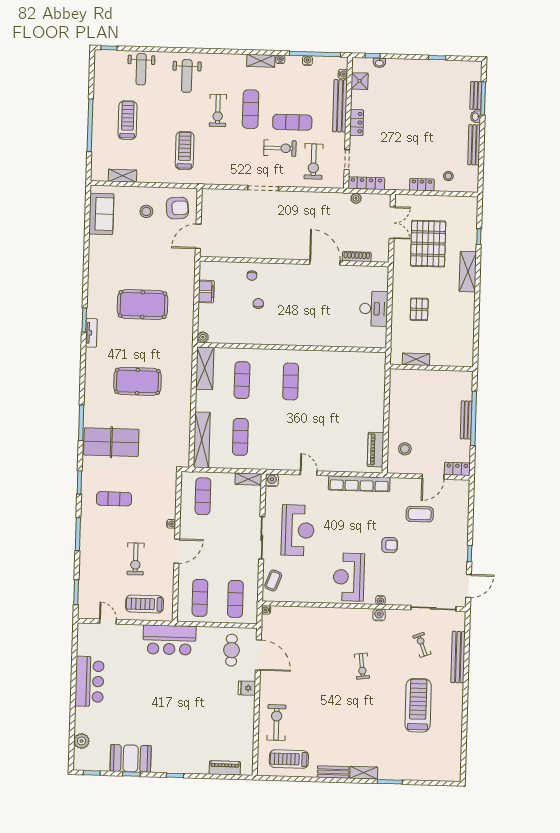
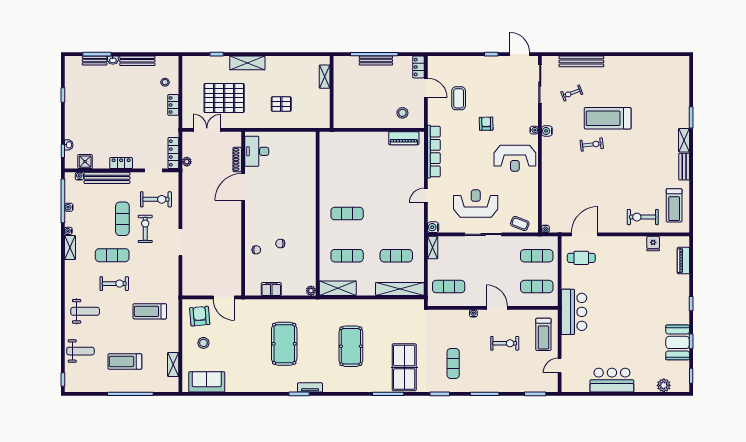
desk: (374, 309) -> (257, 151), moved, turned -90
shelving: (416, 359) -> (325, 77), moved
fridge: (247, 688) -> (653, 244), moved
treadmill: (418, 705) -> (608, 118), moved

